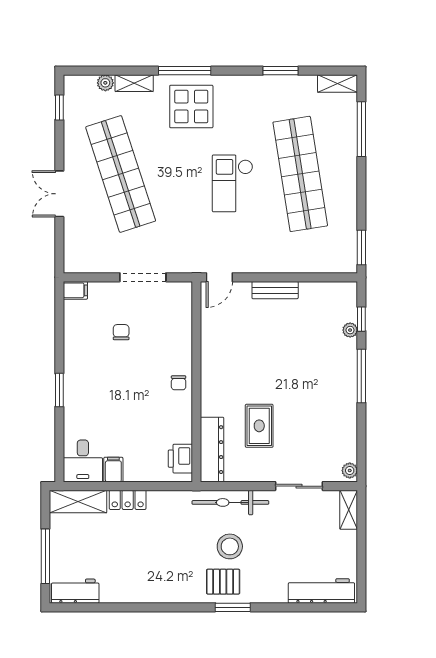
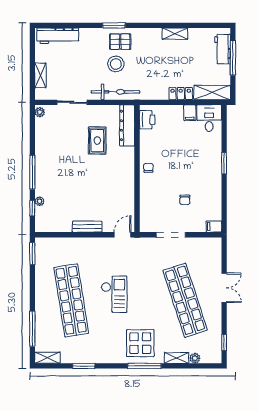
shelving: (349, 510) -> (40, 75), moved
workbench: (75, 591) -> (223, 49), moved, turned 90
shelving: (137, 594) -> (175, 34), added

